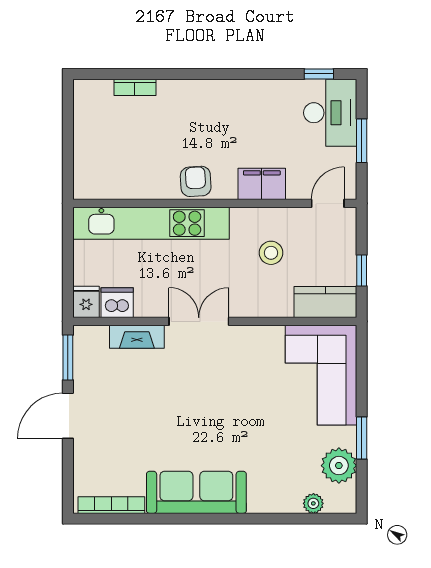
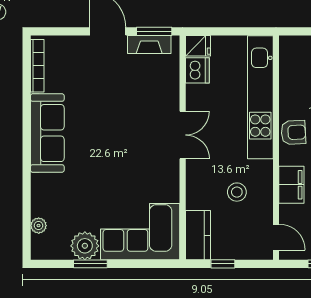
fireplace: (137, 337) -> (149, 44), moved, turned -90
plant: (339, 466) -> (85, 246), moved

